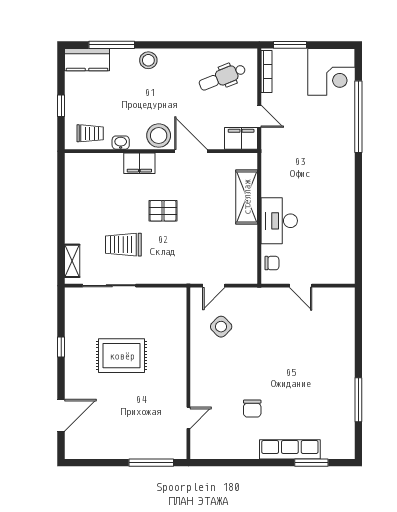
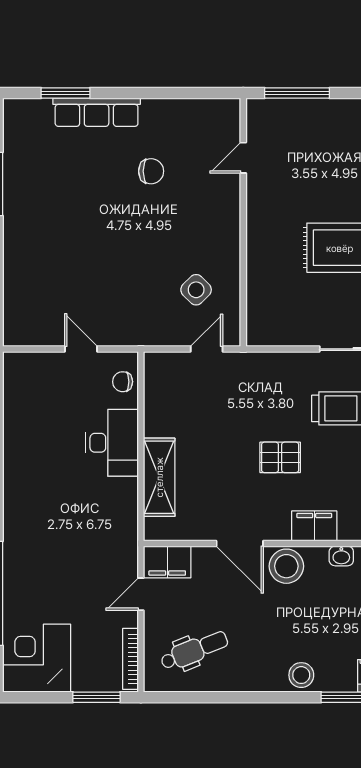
door: (259, 116) -> (141, 594), hinge flipped
chair: (252, 409) -> (151, 171), turned 90

